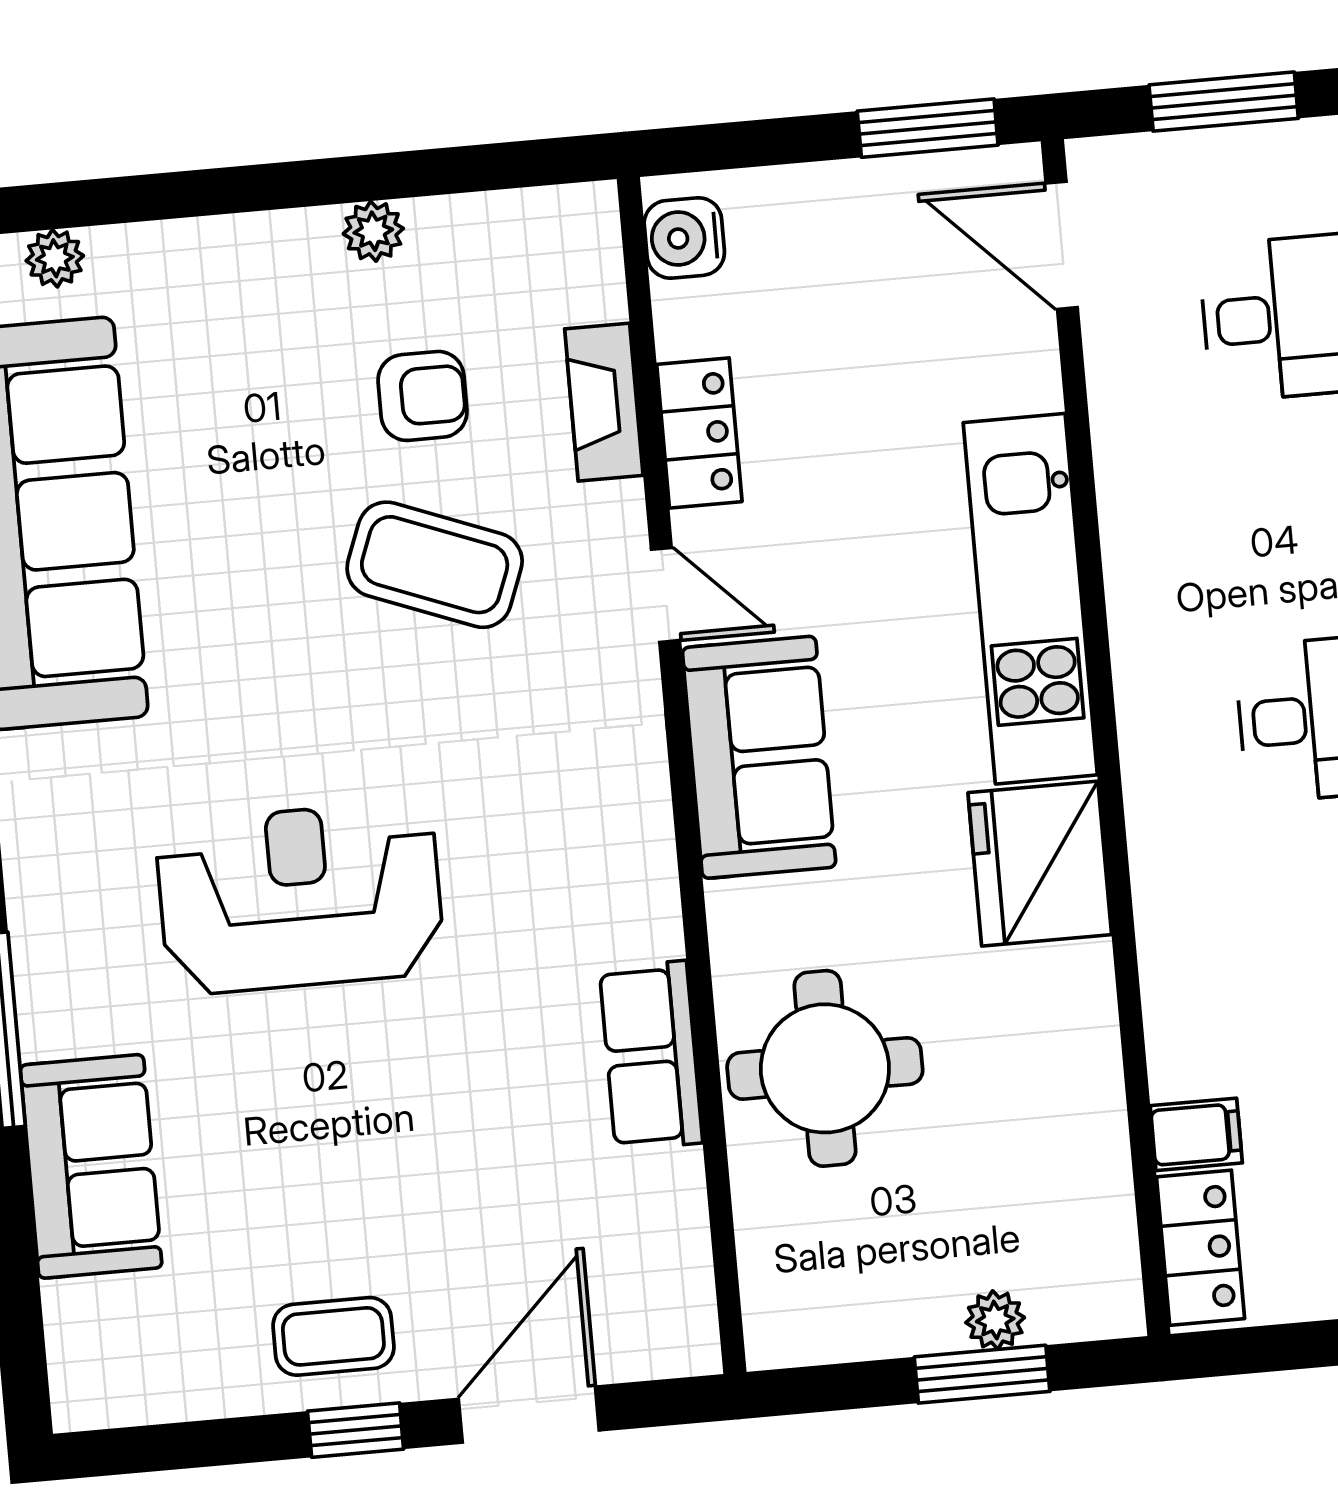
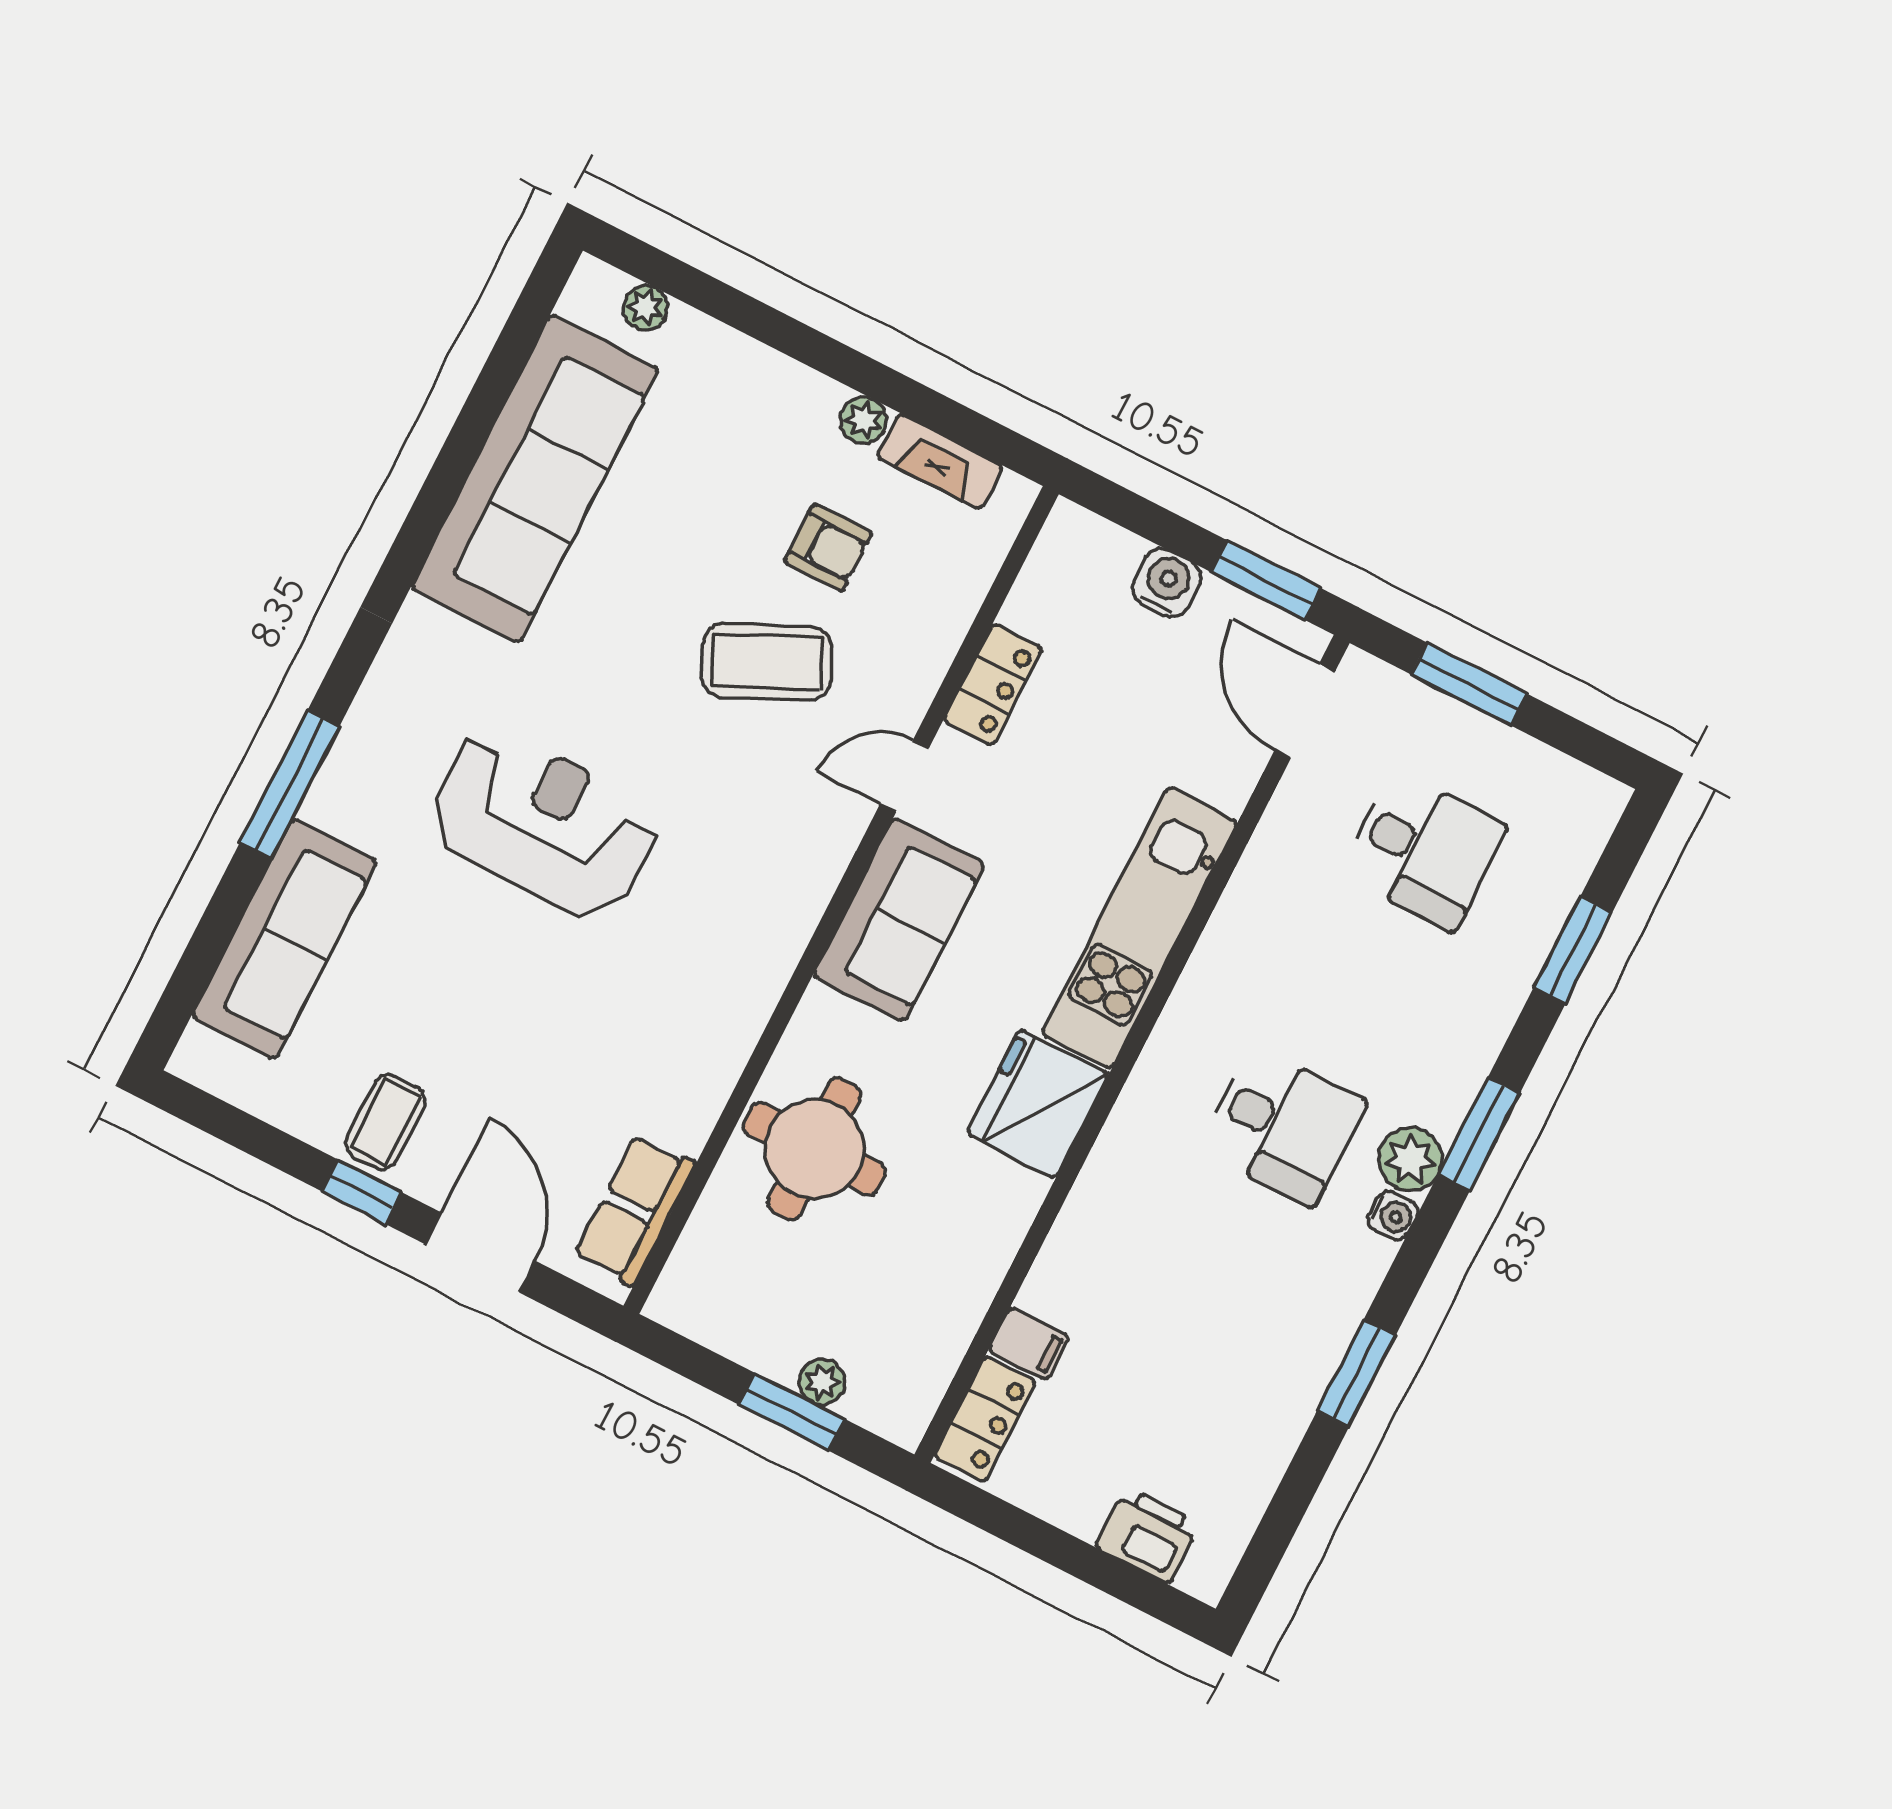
water cooler: (684, 238) -> (1167, 583), moved, turned 90
fireplace: (604, 402) -> (940, 461), moved, turned -90
coffee table: (435, 565) -> (767, 662), turned -46
door: (666, 595) -> (904, 776), swing flipped
row of seats: (651, 1055) -> (635, 1210), moved
sofa: (91, 1166) -> (284, 939), width x1.36
coffee table: (333, 1336) -> (385, 1122), turned 90
door: (529, 1415) -> (480, 1253), hinge flipped

